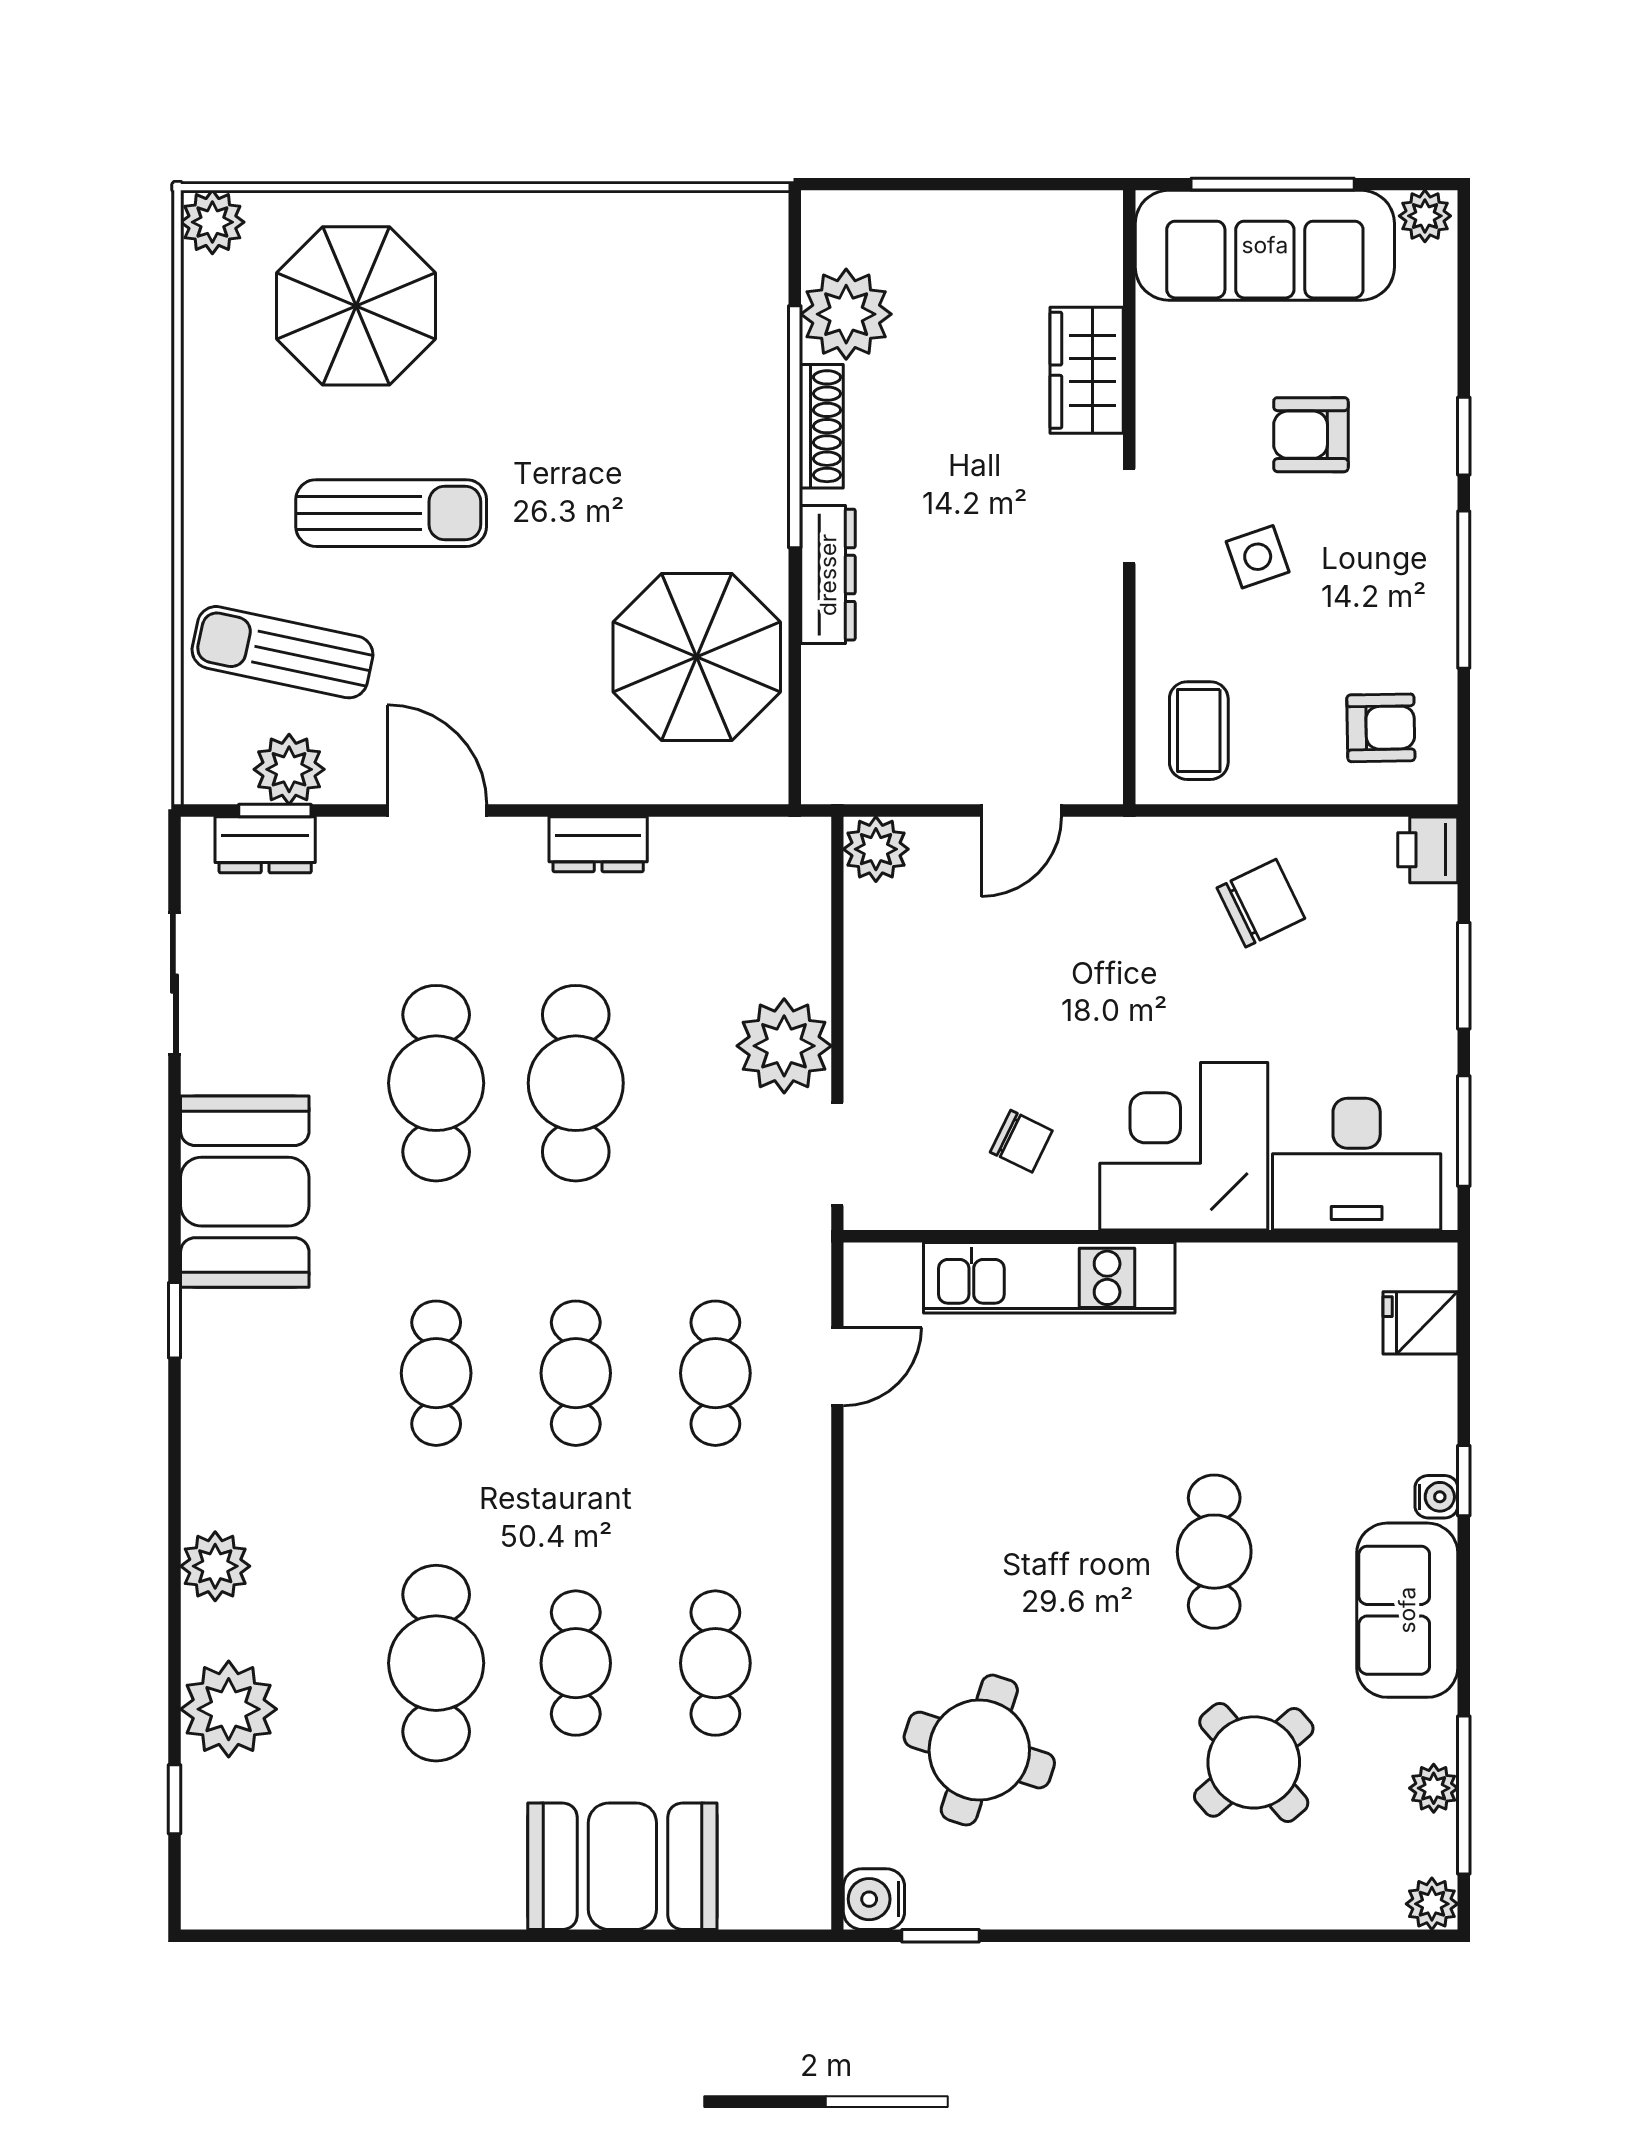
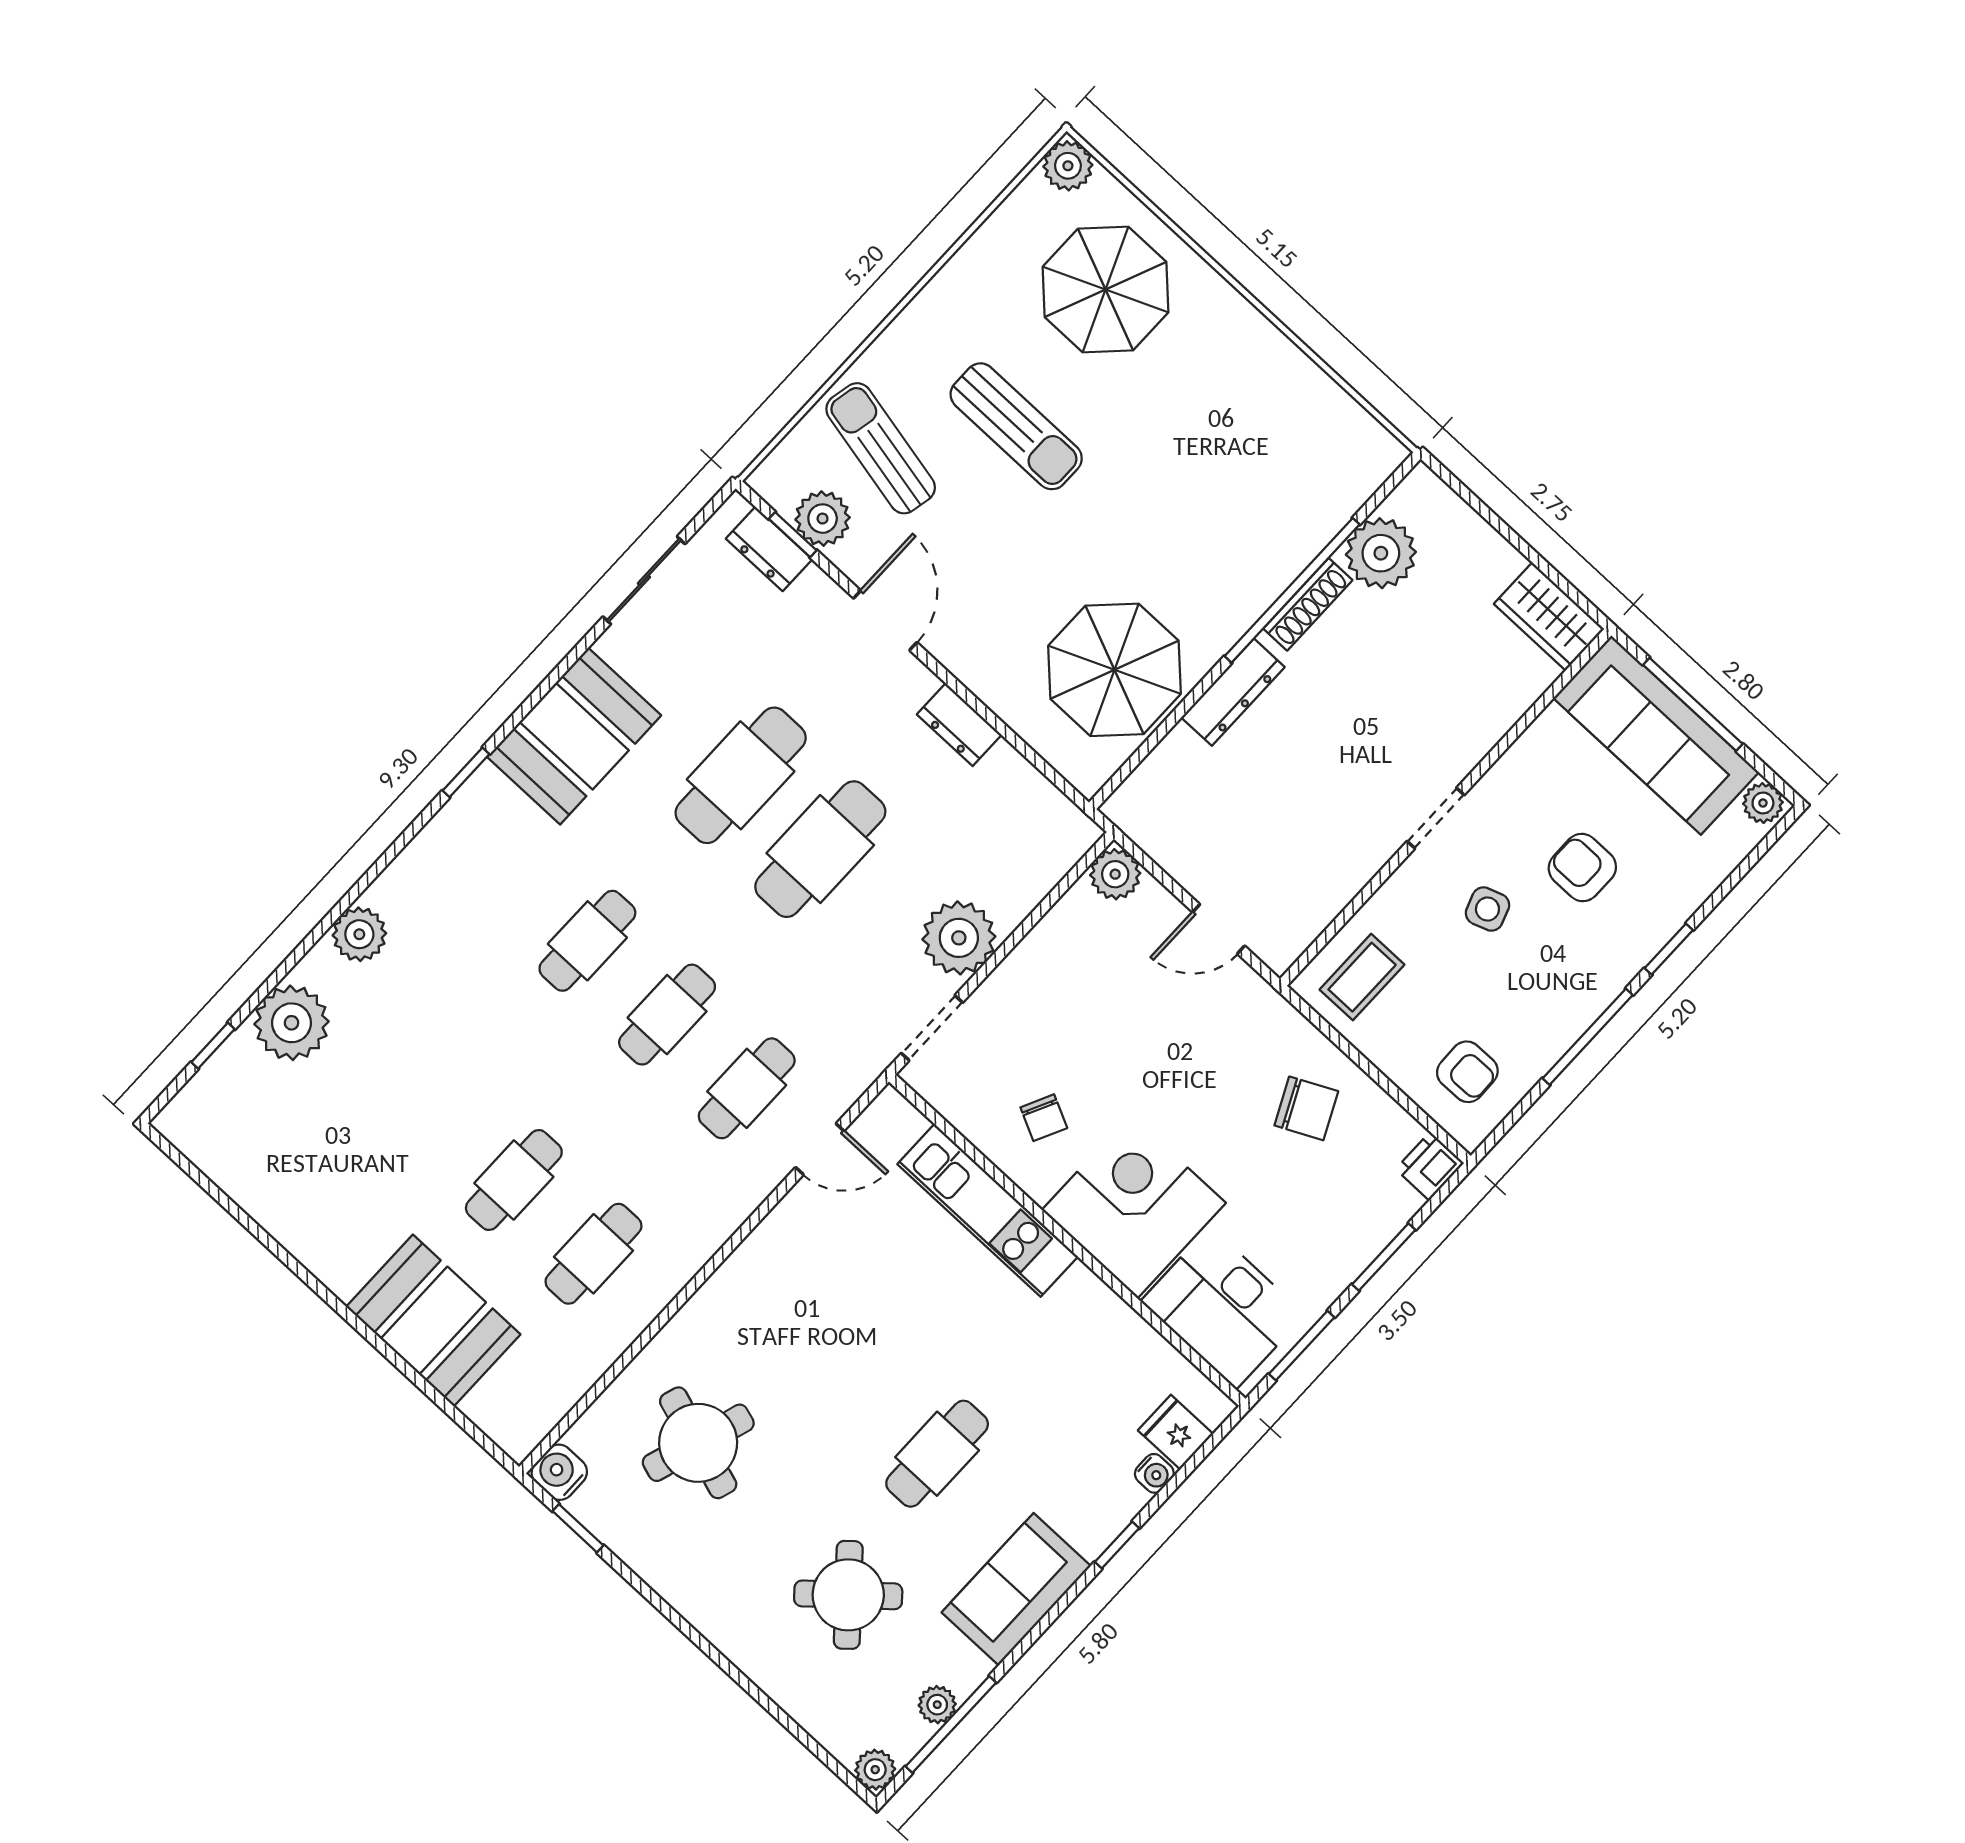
wardrobe: (1087, 370) -> (1549, 616), moved, turned -90
water cooler: (1436, 1497) -> (1154, 1473), moved
cafe table: (436, 1663) -> (434, 1106), removed

